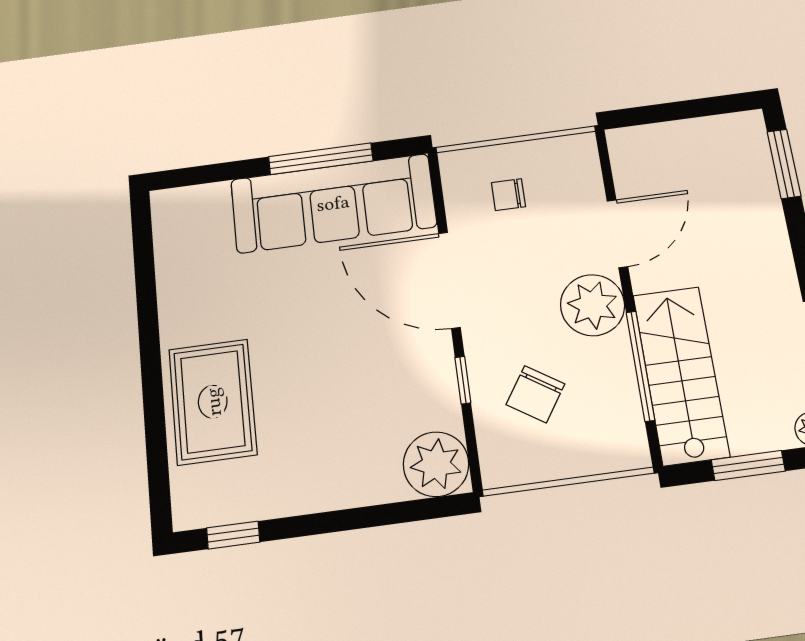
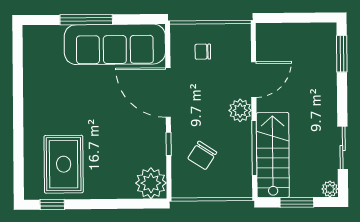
window: (321, 159) -> (86, 20), moved
plant: (593, 305) -> (240, 110), width x0.73, depth x0.73
rug: (213, 402) -> (64, 164), moved

